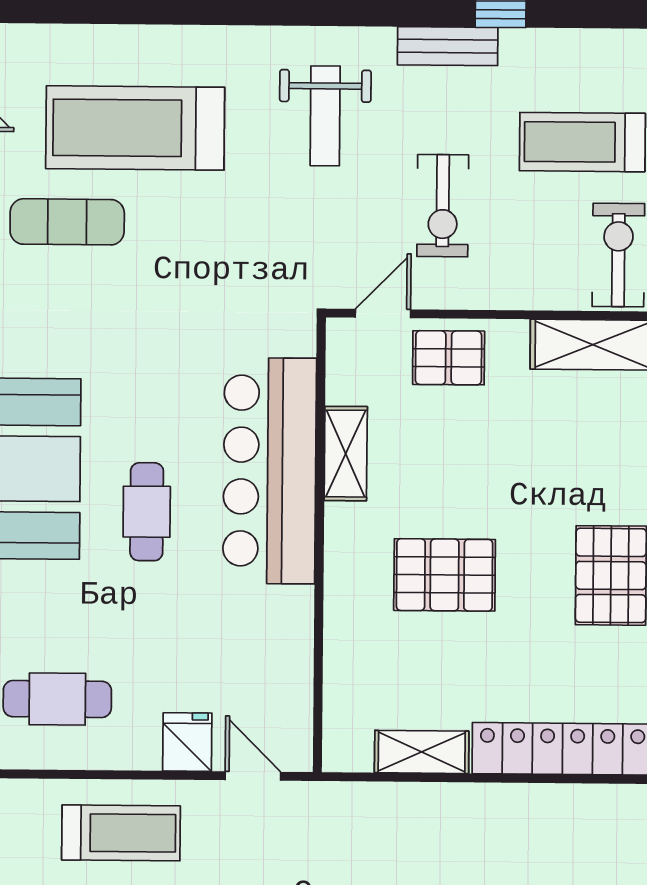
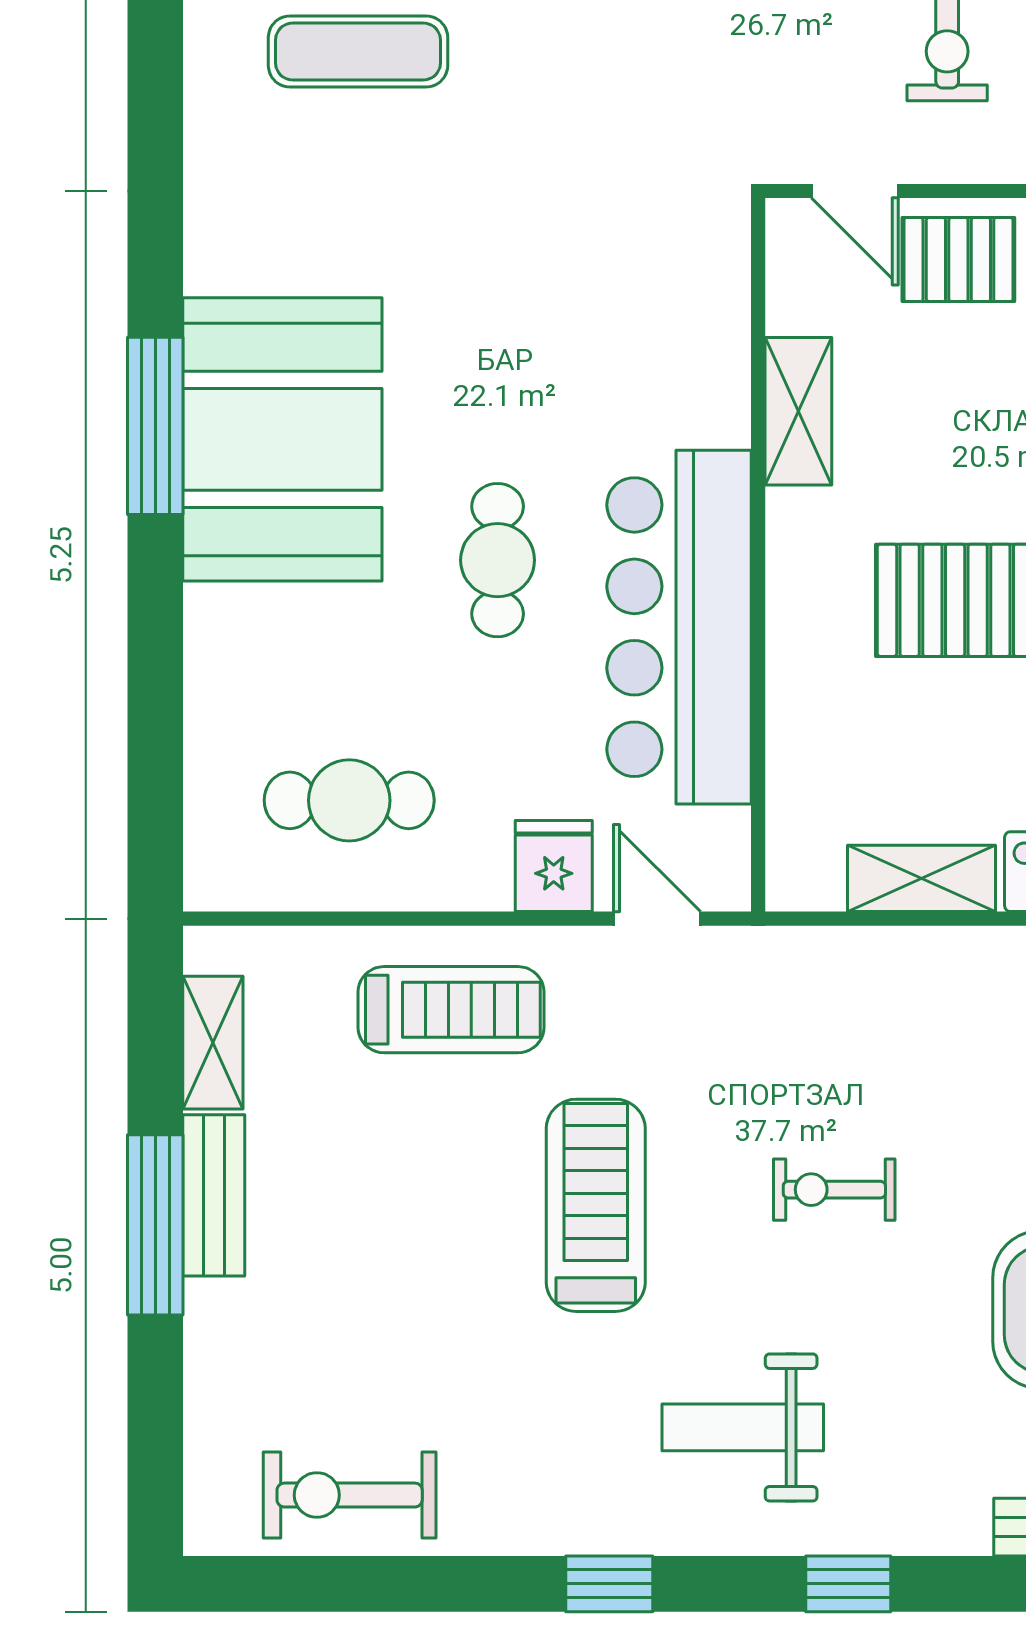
door: (383, 314) -> (855, 191), swing flipped
bar counter: (270, 471) -> (679, 627), moved
cafe table: (147, 512) -> (498, 560), moved

